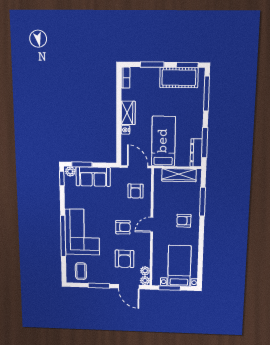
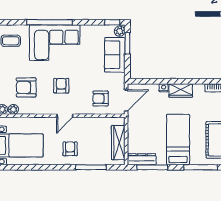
bed: (163, 141) -> (178, 139), moved, turned -90
door: (152, 225) -> (65, 116), swing flipped
armchair: (123, 227) -> (61, 86), turned 180

